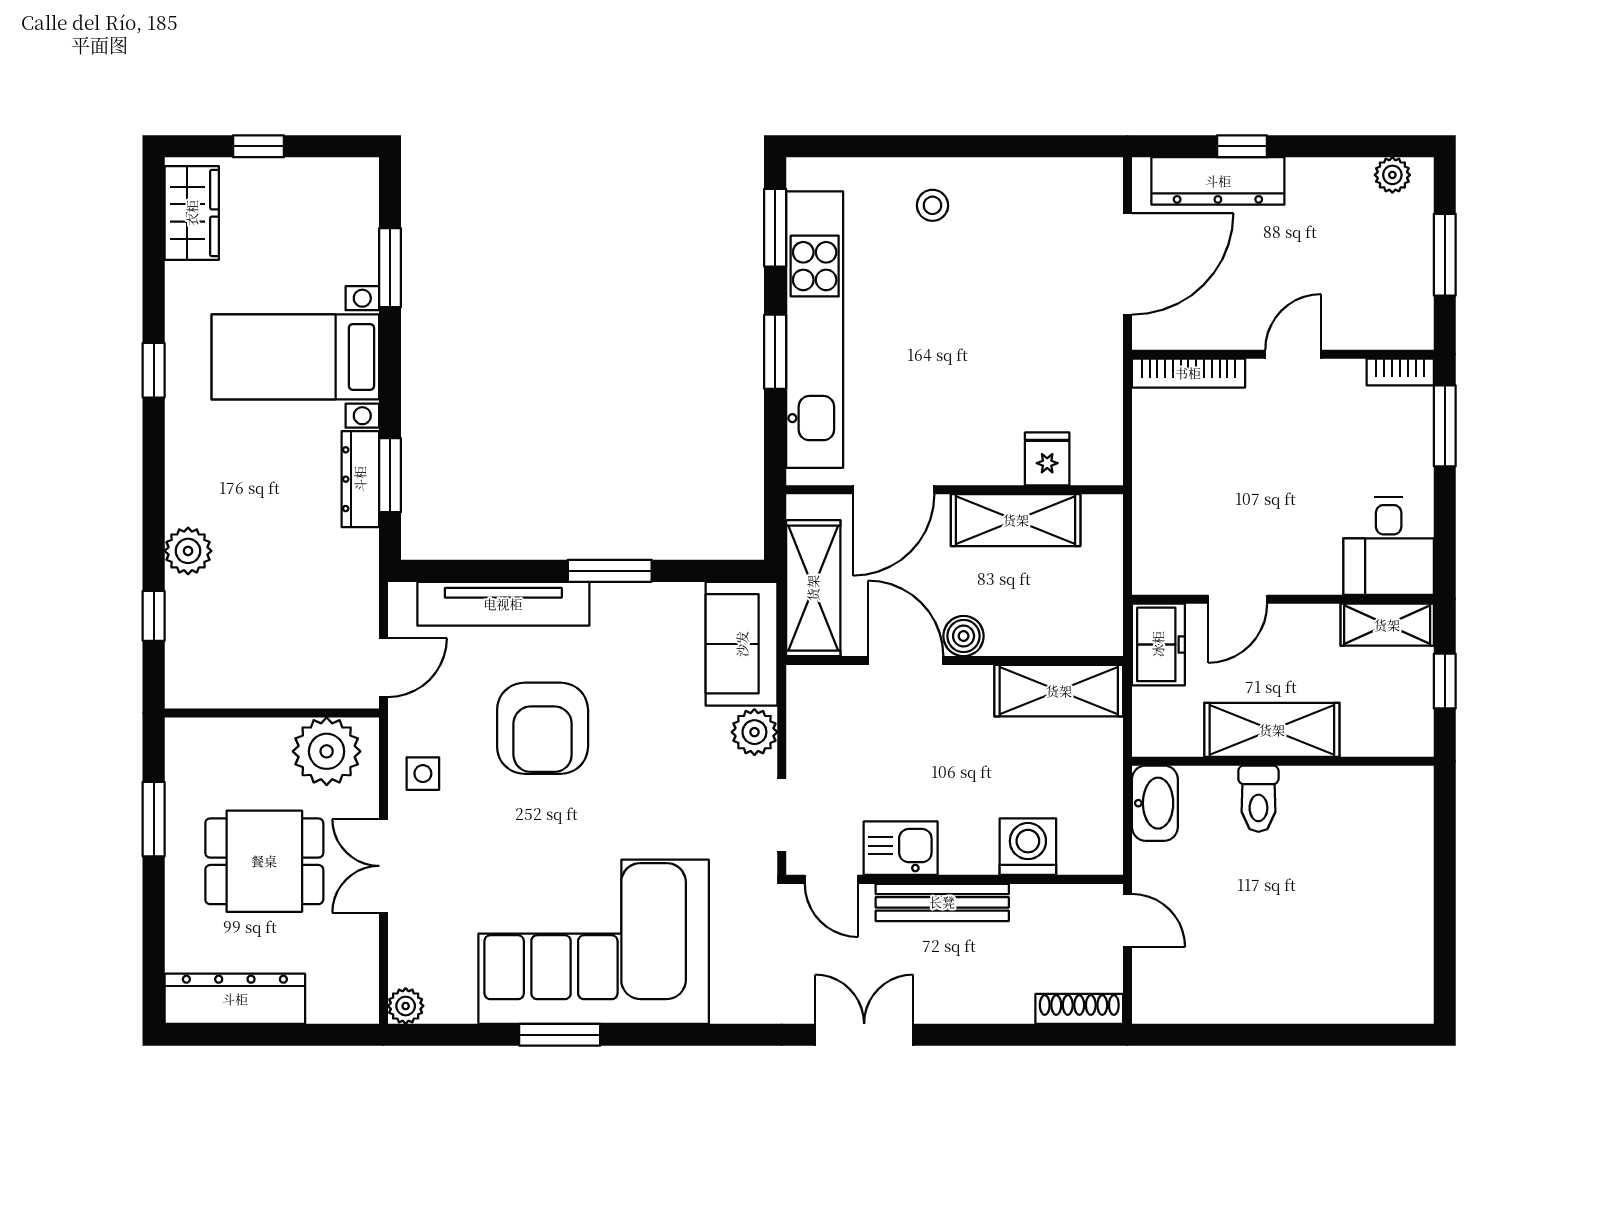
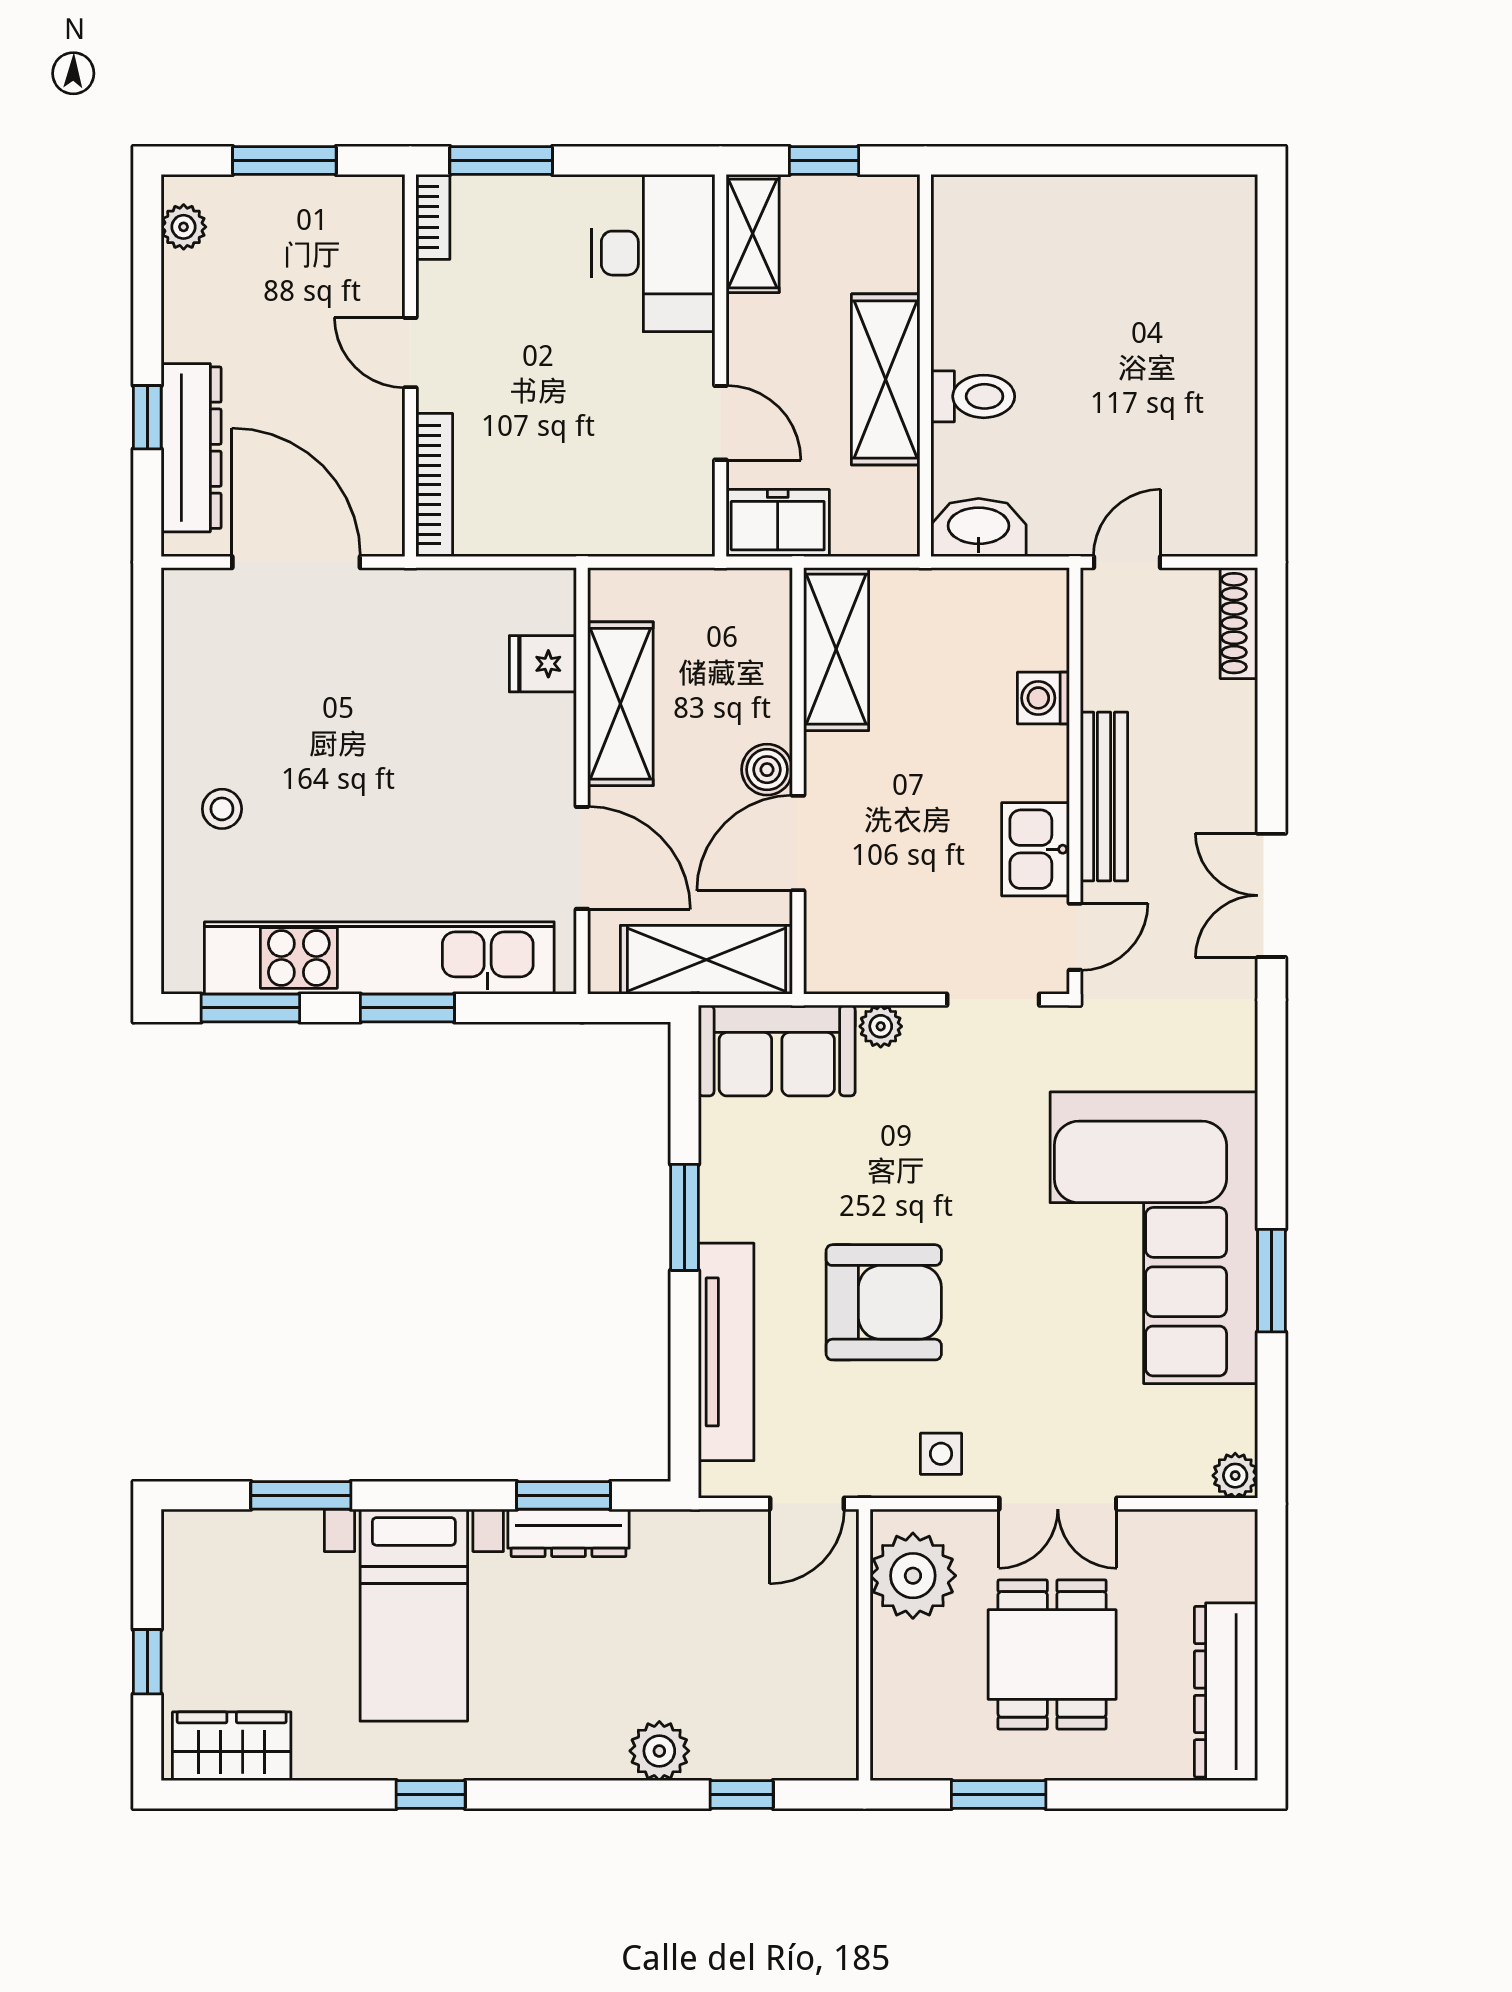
desk: (1389, 546) -> (653, 253), width x1.37
door: (383, 668) -> (807, 1504), swing flipped
plant: (754, 732) -> (881, 1026), width x0.73, depth x0.73
washing machine: (1028, 847) -> (1043, 698), width x0.73, depth x0.73

